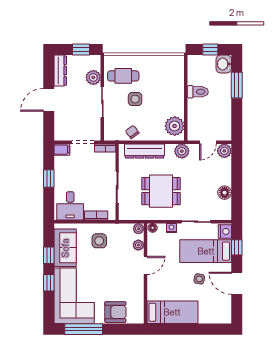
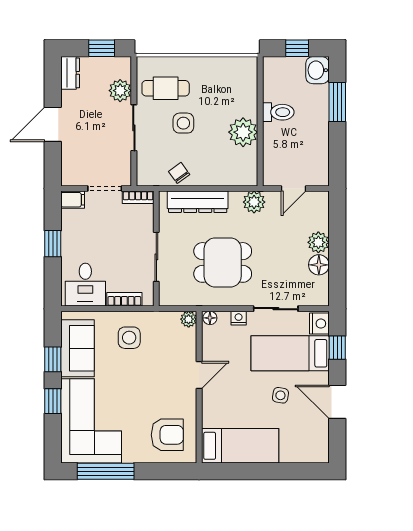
dresser: (60, 71) -> (70, 73), width x0.70
plant: (175, 126) -> (243, 132), moved
plant: (224, 151) -> (318, 242), moved
plant: (138, 245) -> (188, 344), removed
armchair: (115, 312) -> (167, 435), moved

